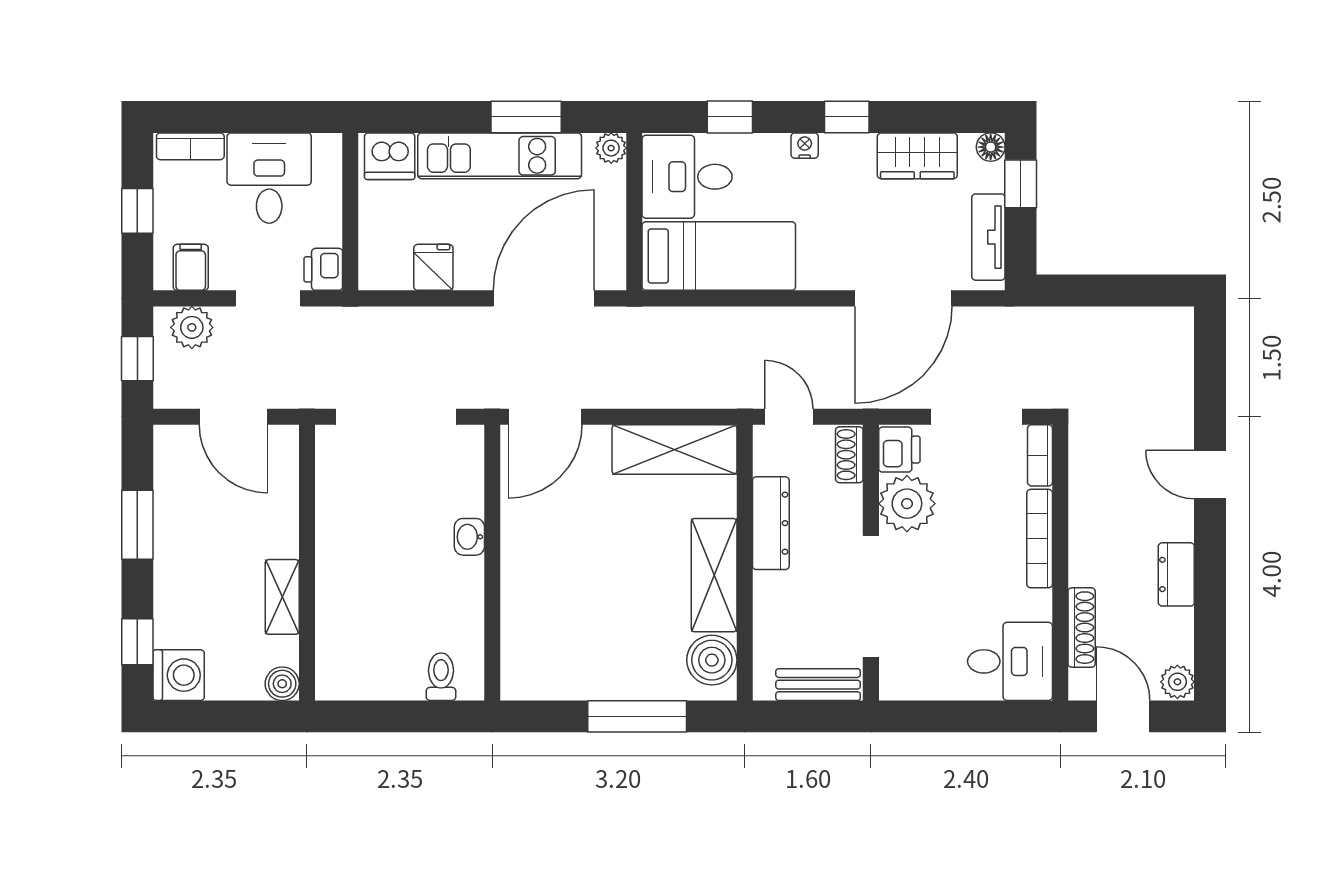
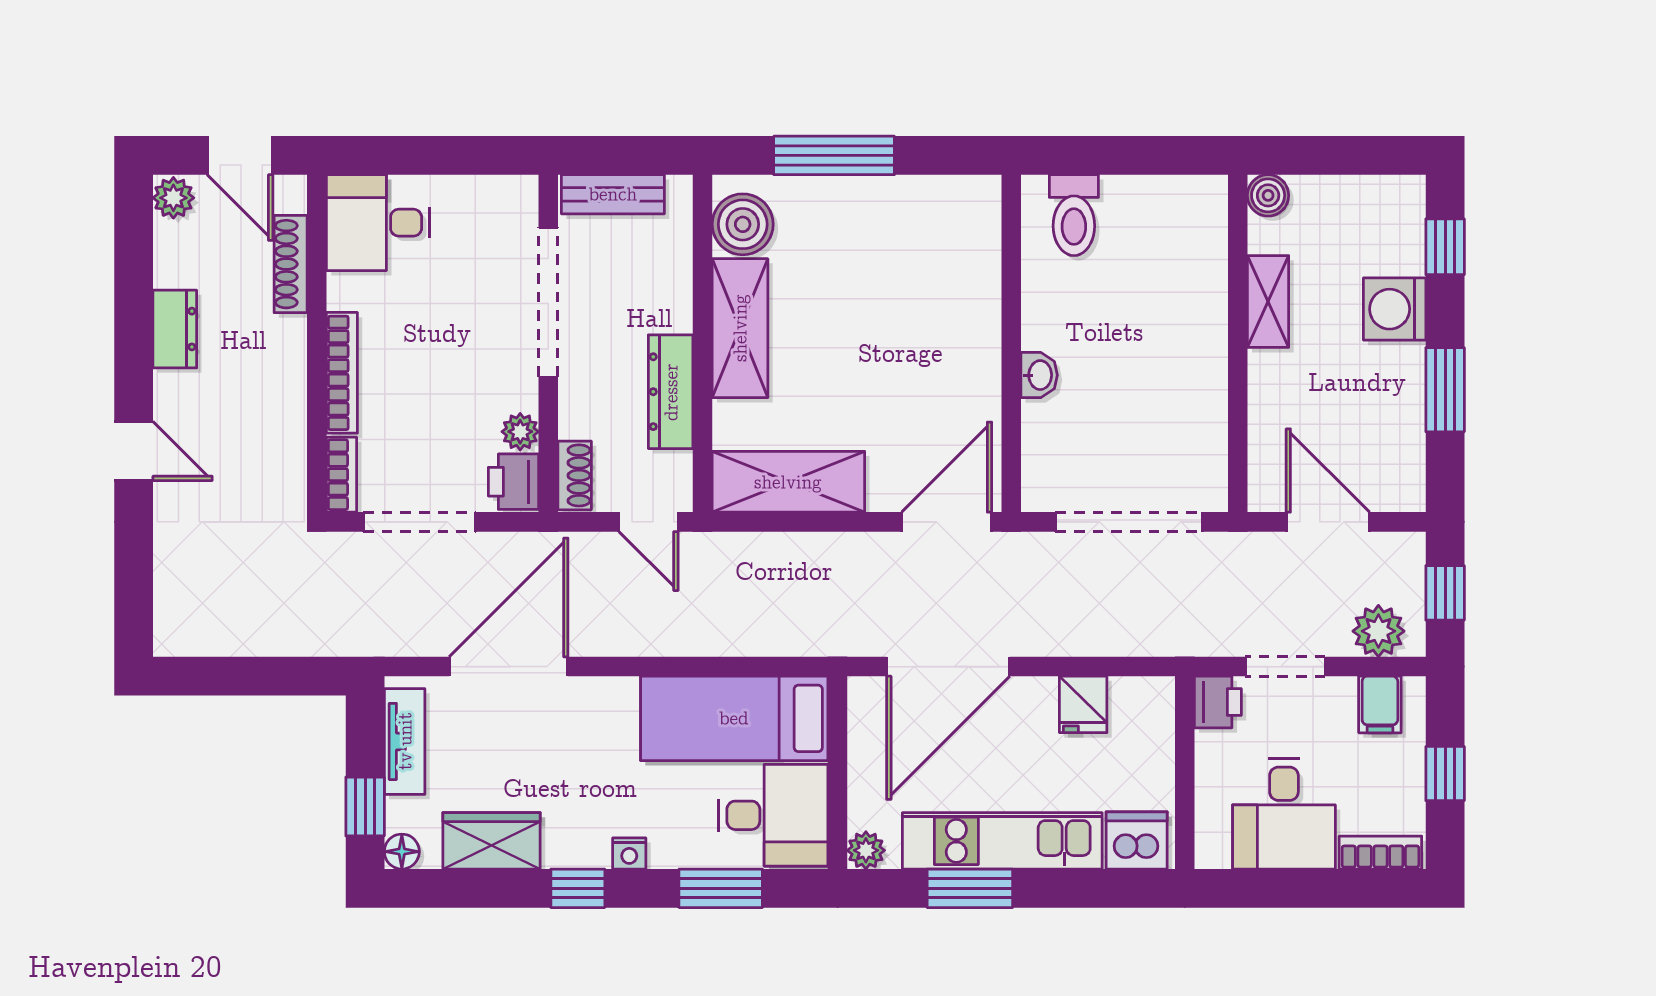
window: (730, 117) -> (721, 888), width x1.50
plant: (907, 504) -> (520, 432), width x0.53, depth x0.53
washing machine: (179, 675) -> (1395, 309), moved
toilet: (441, 677) -> (1074, 215), width x1.37, depth x1.39

